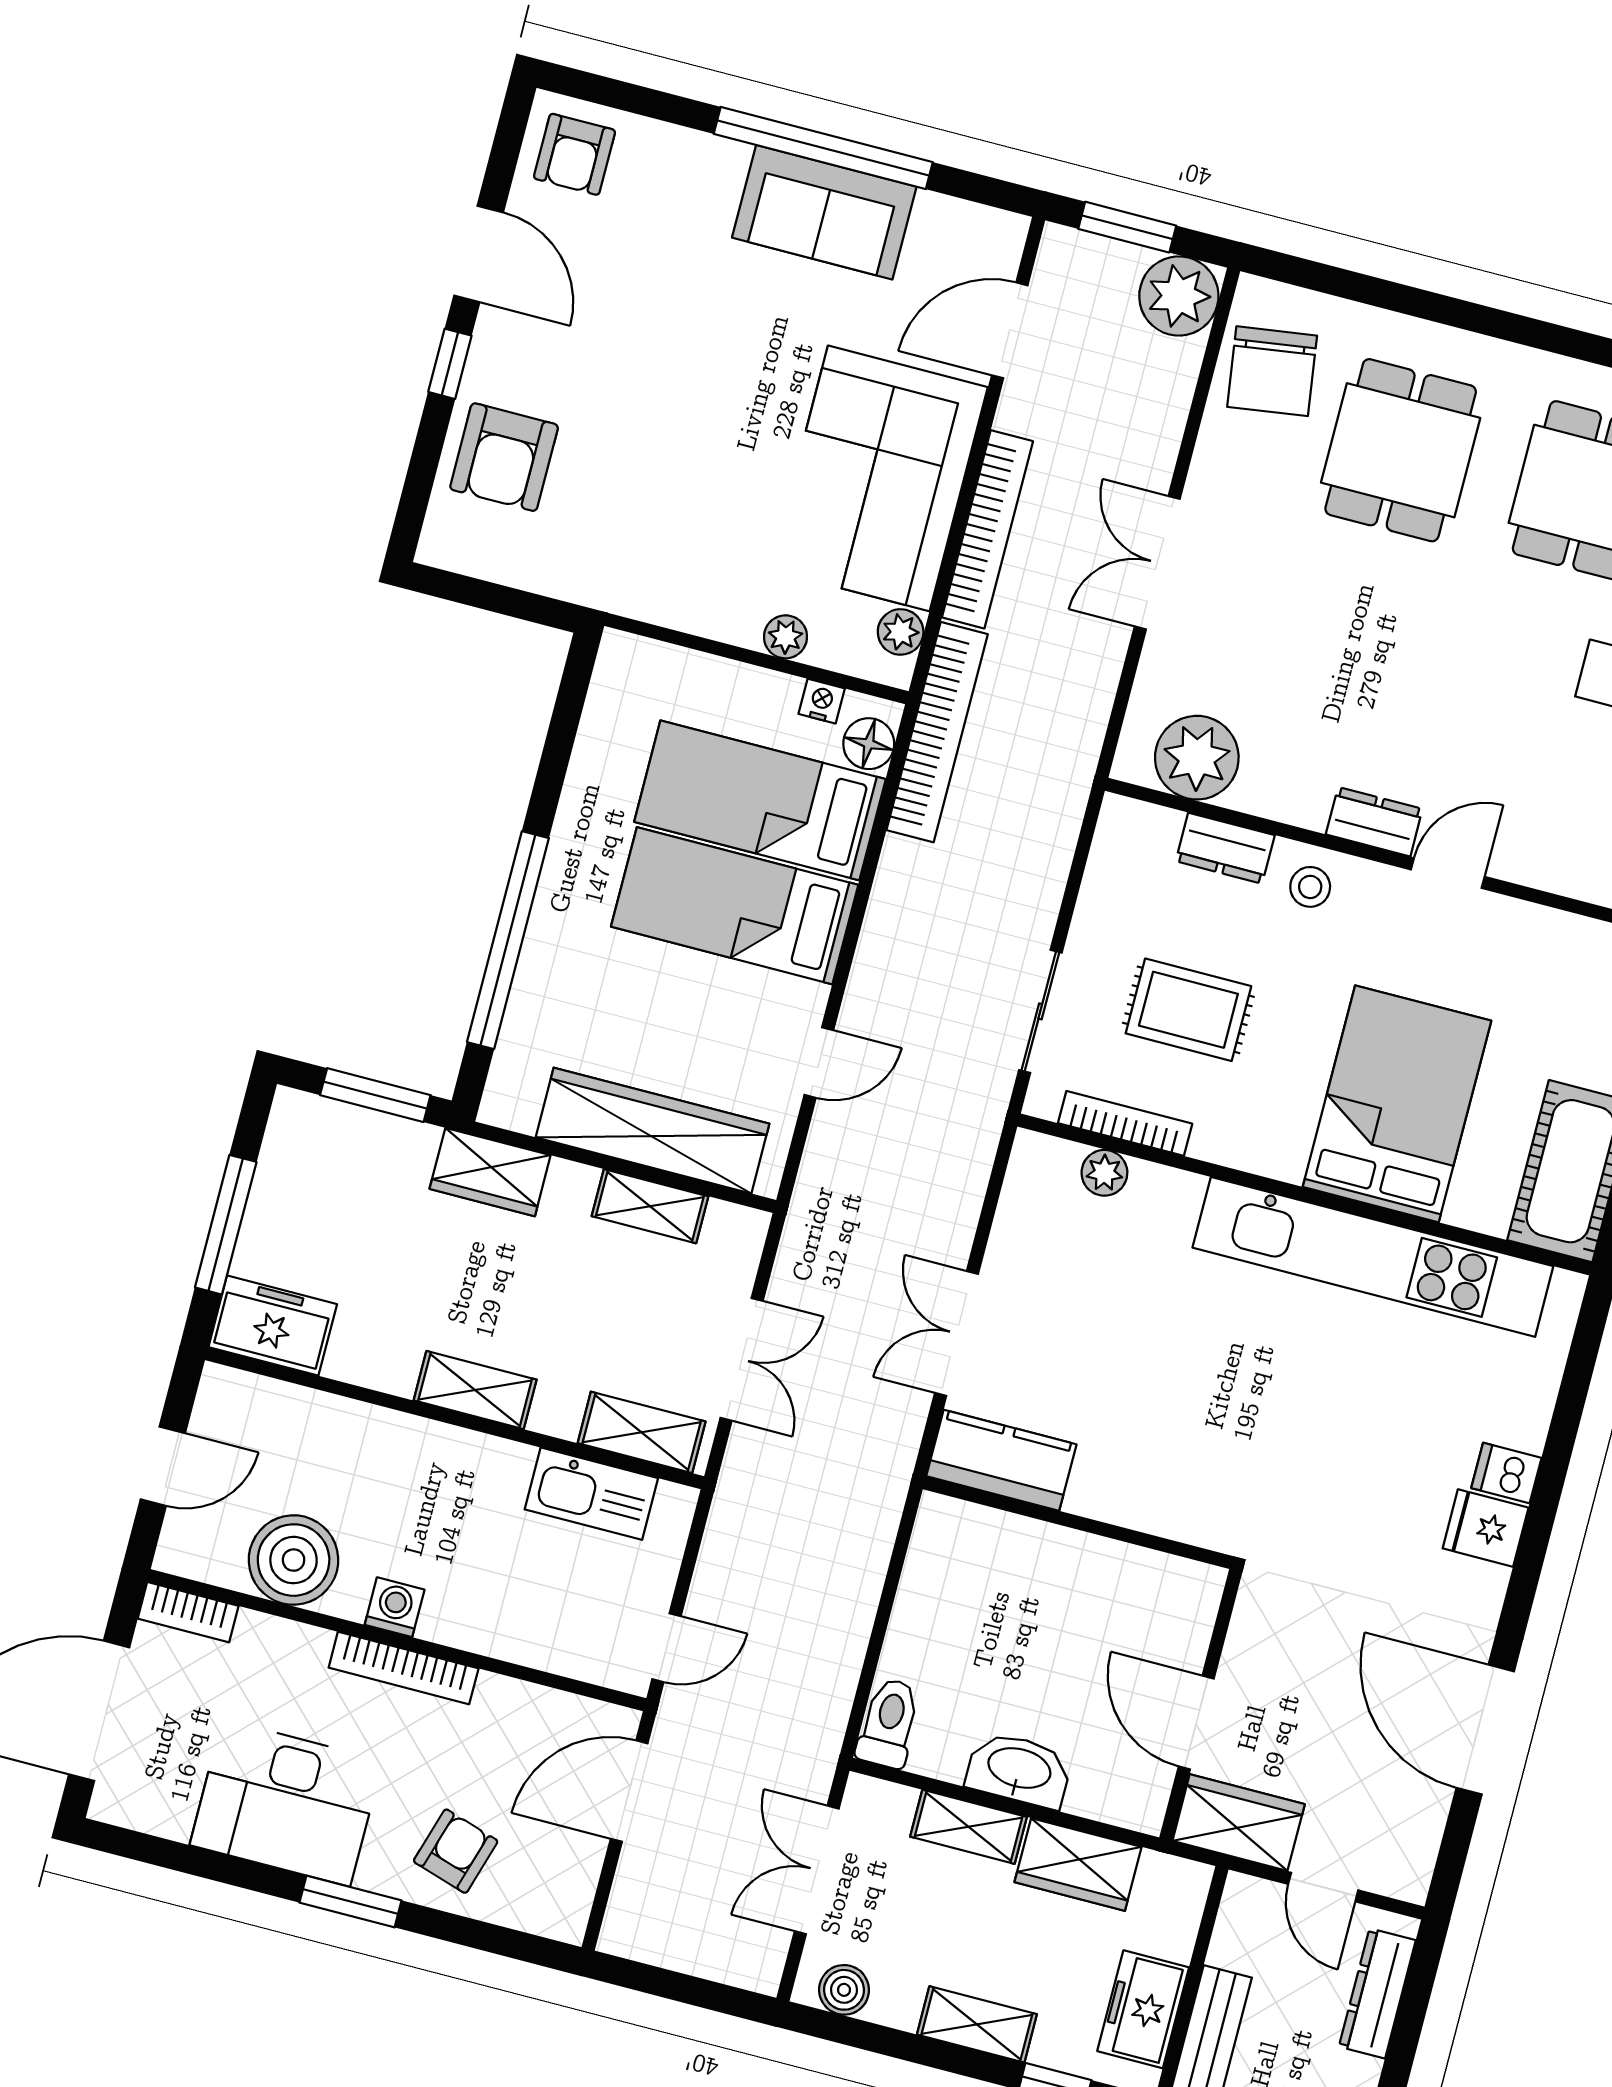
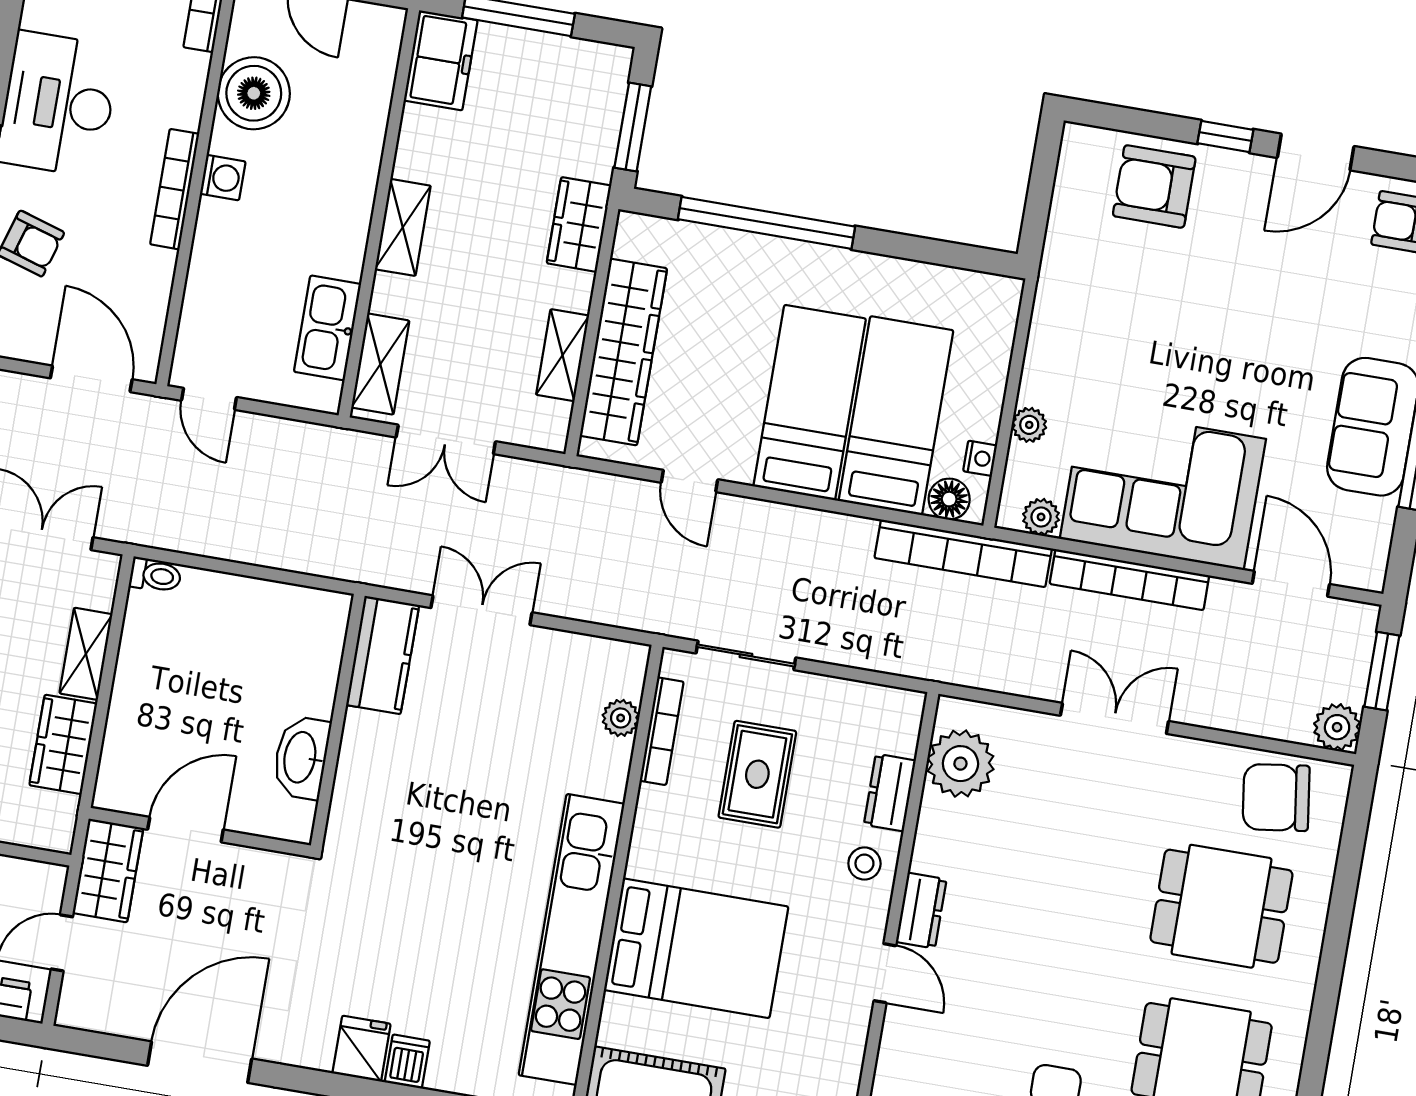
plant: (1179, 296) -> (1337, 727), width x0.73, depth x0.73
toilet: (889, 1723) -> (155, 575), width x0.73, depth x0.72
washbasin: (1019, 1770) -> (301, 757), moved, turned 180

